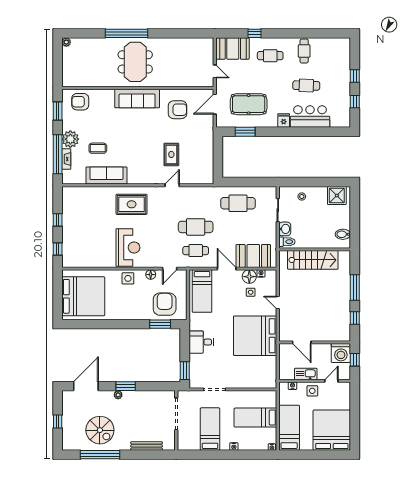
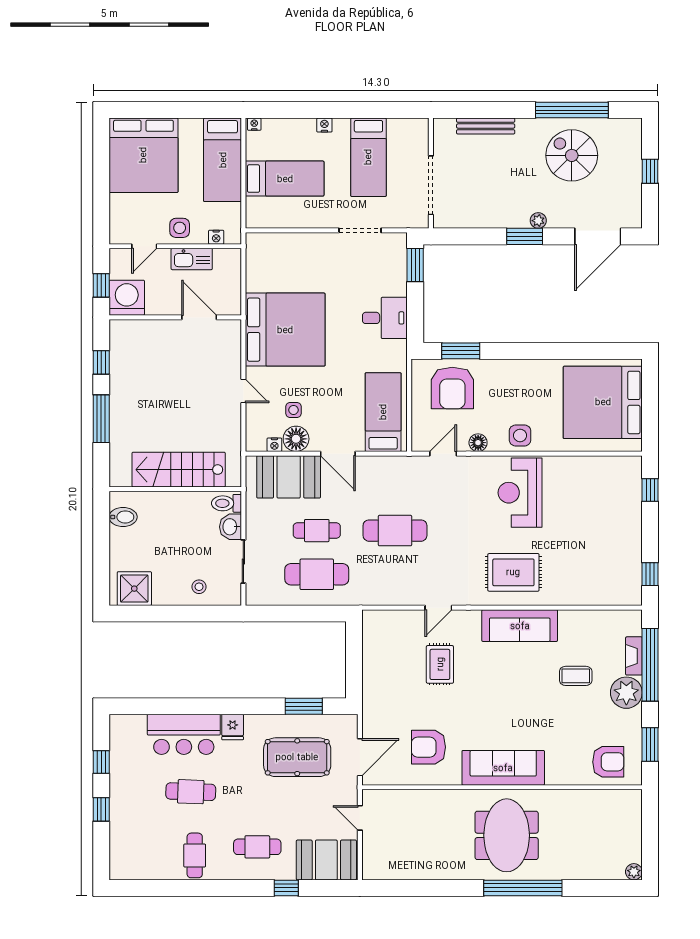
sofa: (106, 175) -> (520, 626), moved
window: (58, 220) -> (650, 574), moved
cafe table: (196, 251) -> (317, 531), moved

